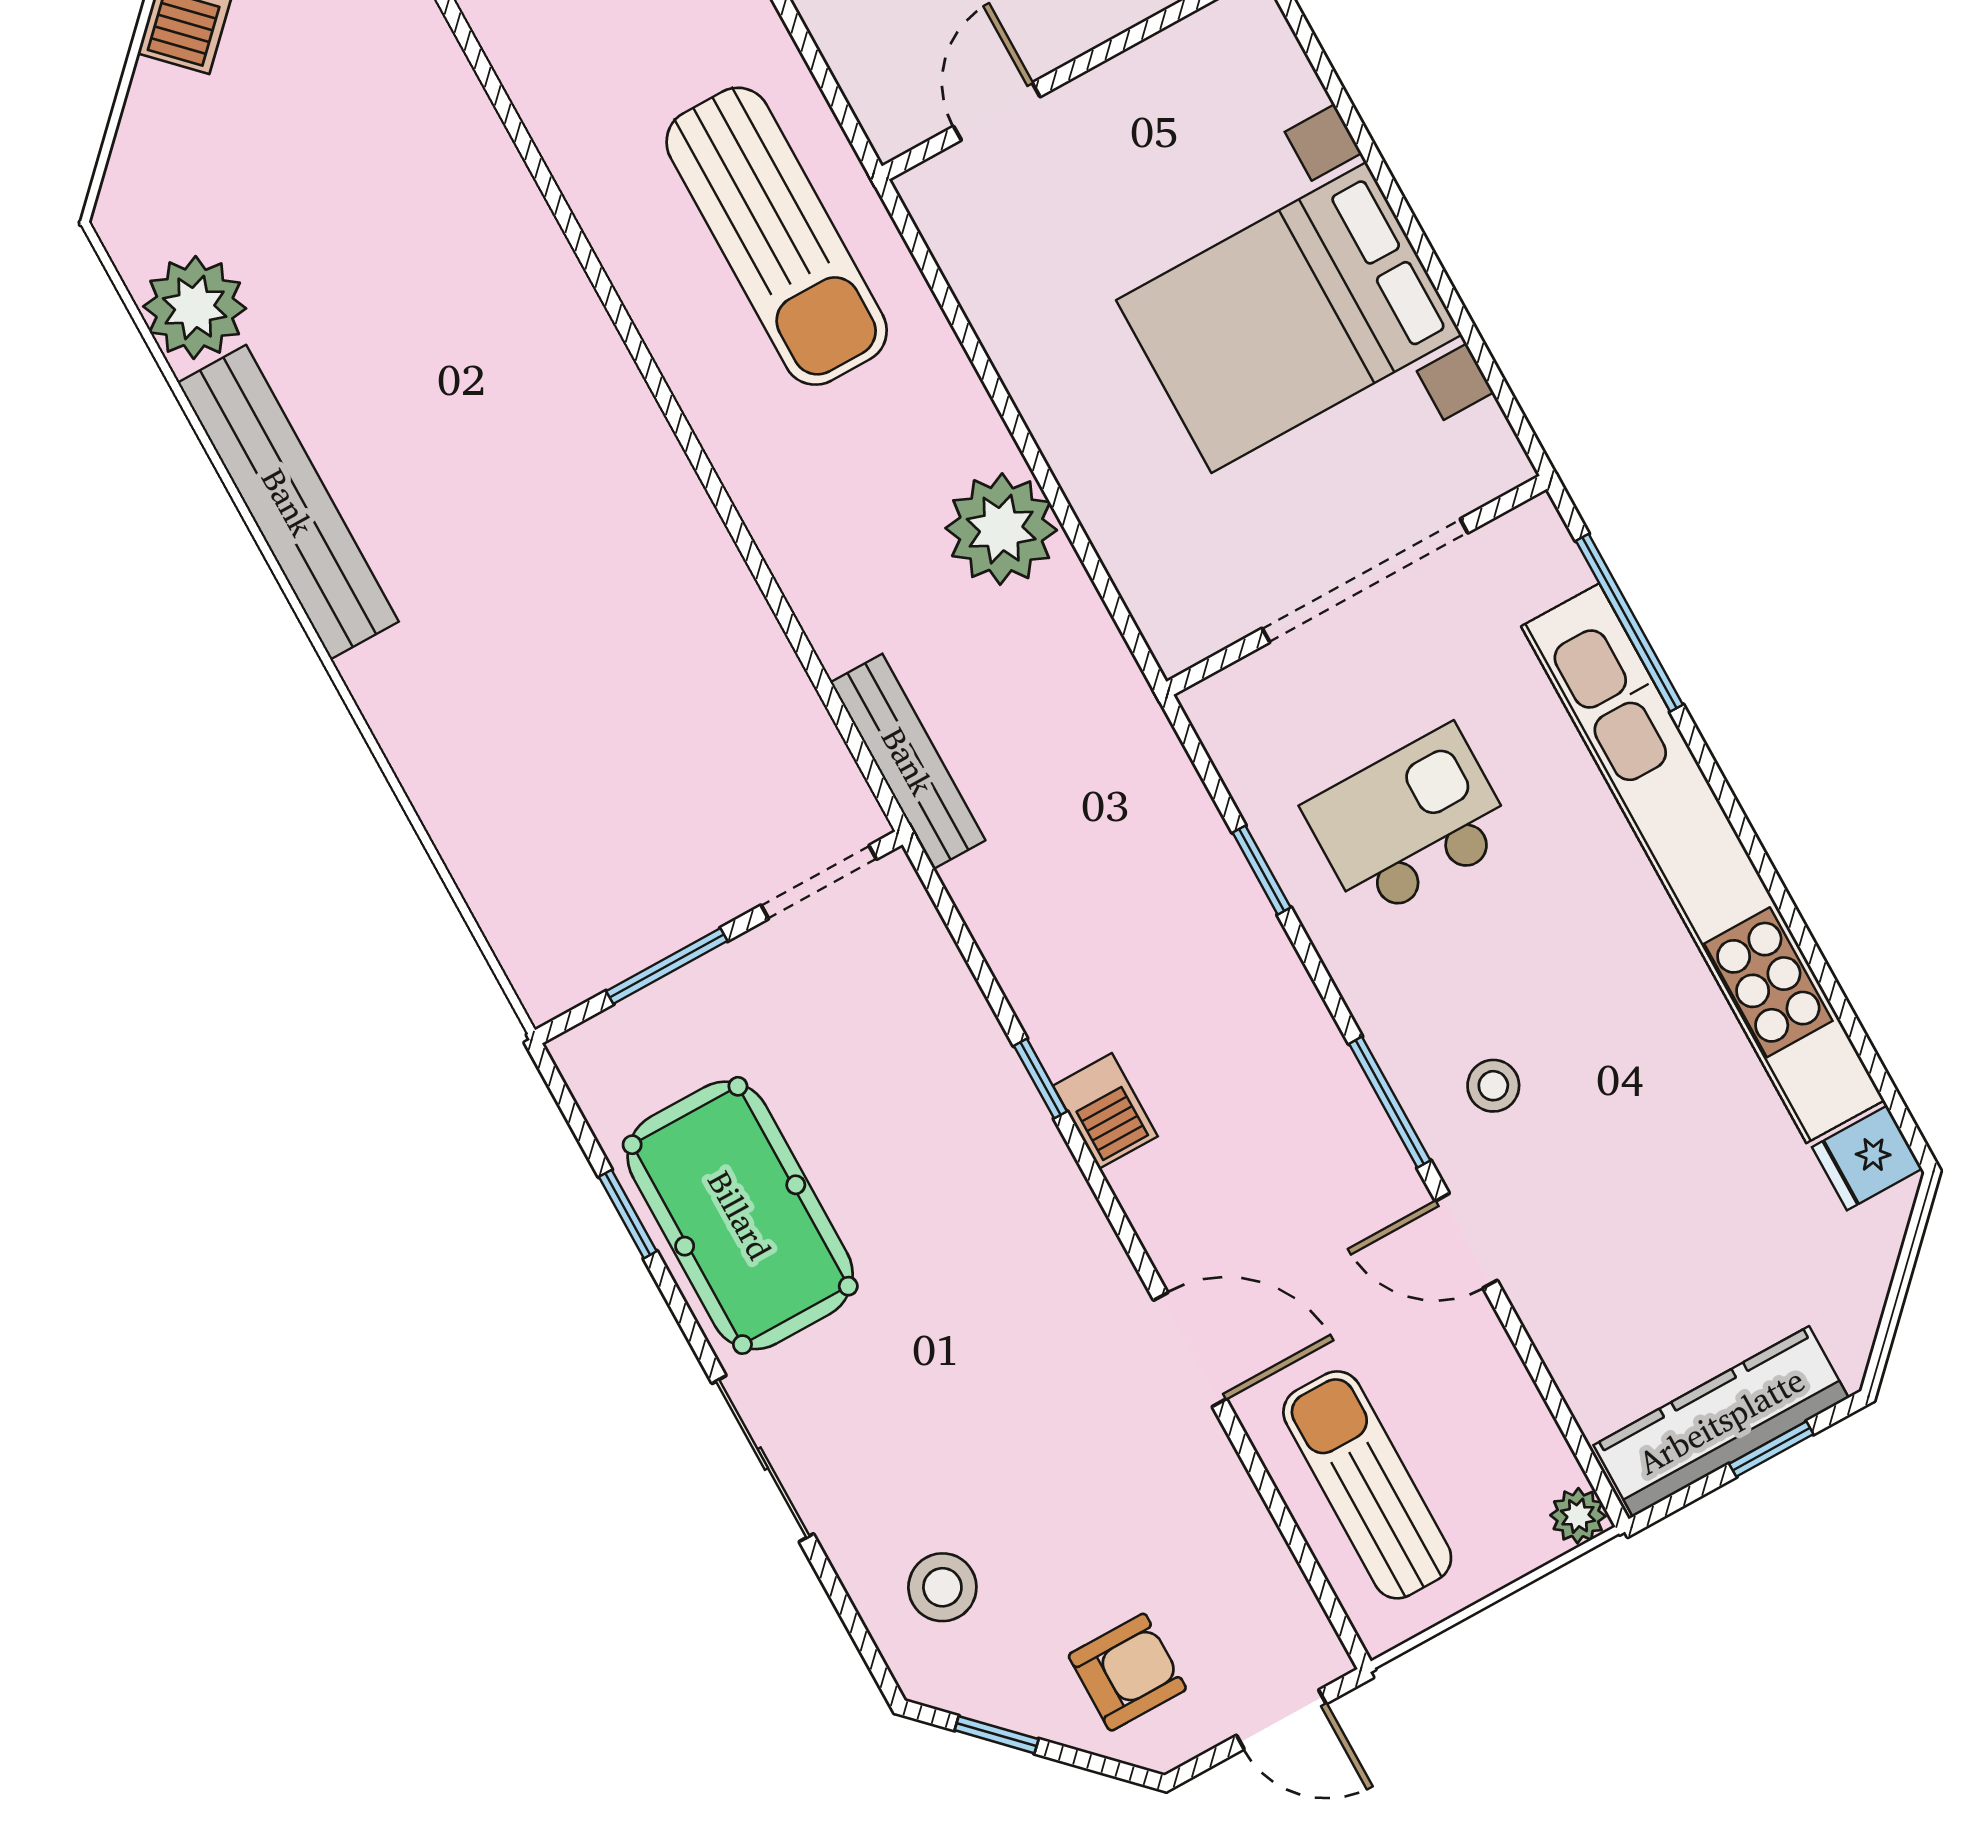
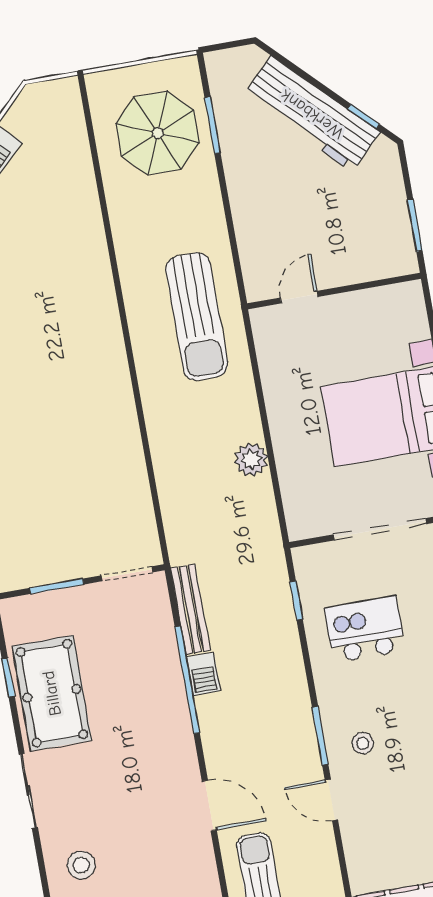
plant: (1001, 529) -> (251, 460), width x0.73, depth x0.73
bench: (908, 761) -> (190, 609), moved
window: (1262, 870) -> (296, 601), moved
window: (1040, 1079) -> (187, 680), width x3.17
barbecue: (1105, 1111) -> (203, 674), moved

